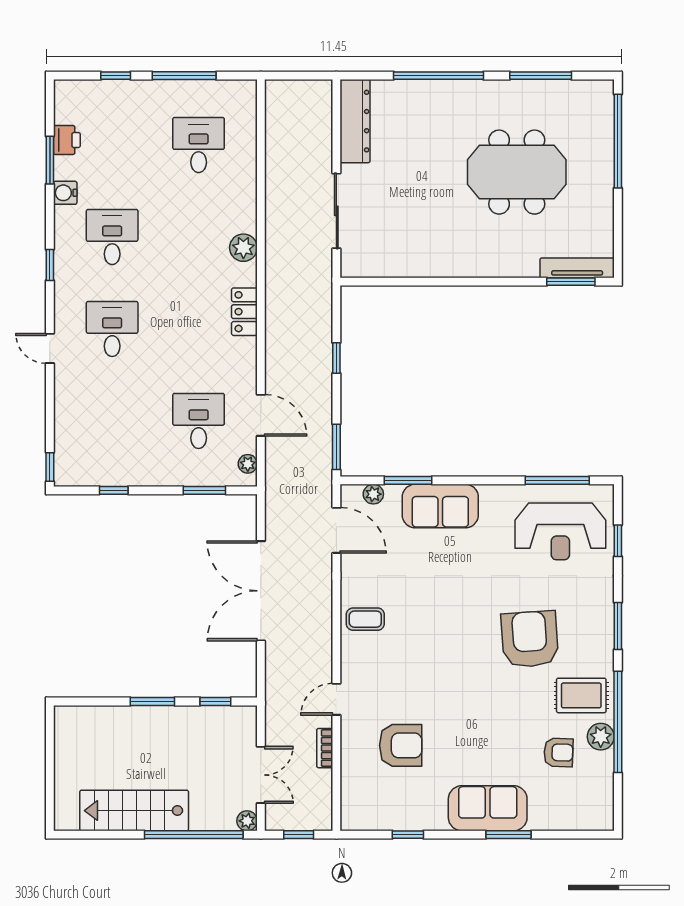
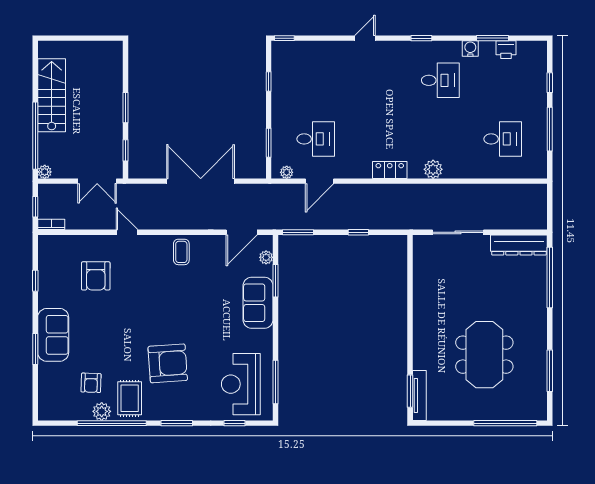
window: (438, 76) -> (550, 277), moved
desk: (112, 329) -> (378, 80), removed
bookcase: (325, 748) -> (51, 224), moved
double door: (261, 775) -> (97, 181), moved

